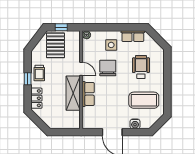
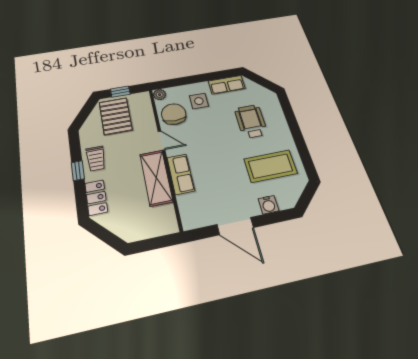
chair: (108, 68) -> (174, 114), moved

